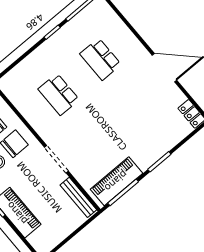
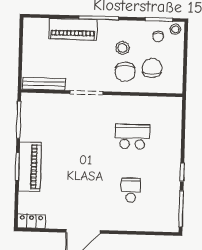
school desk: (100, 59) -> (131, 190), width x0.54
piano: (116, 181) -> (30, 167), moved

